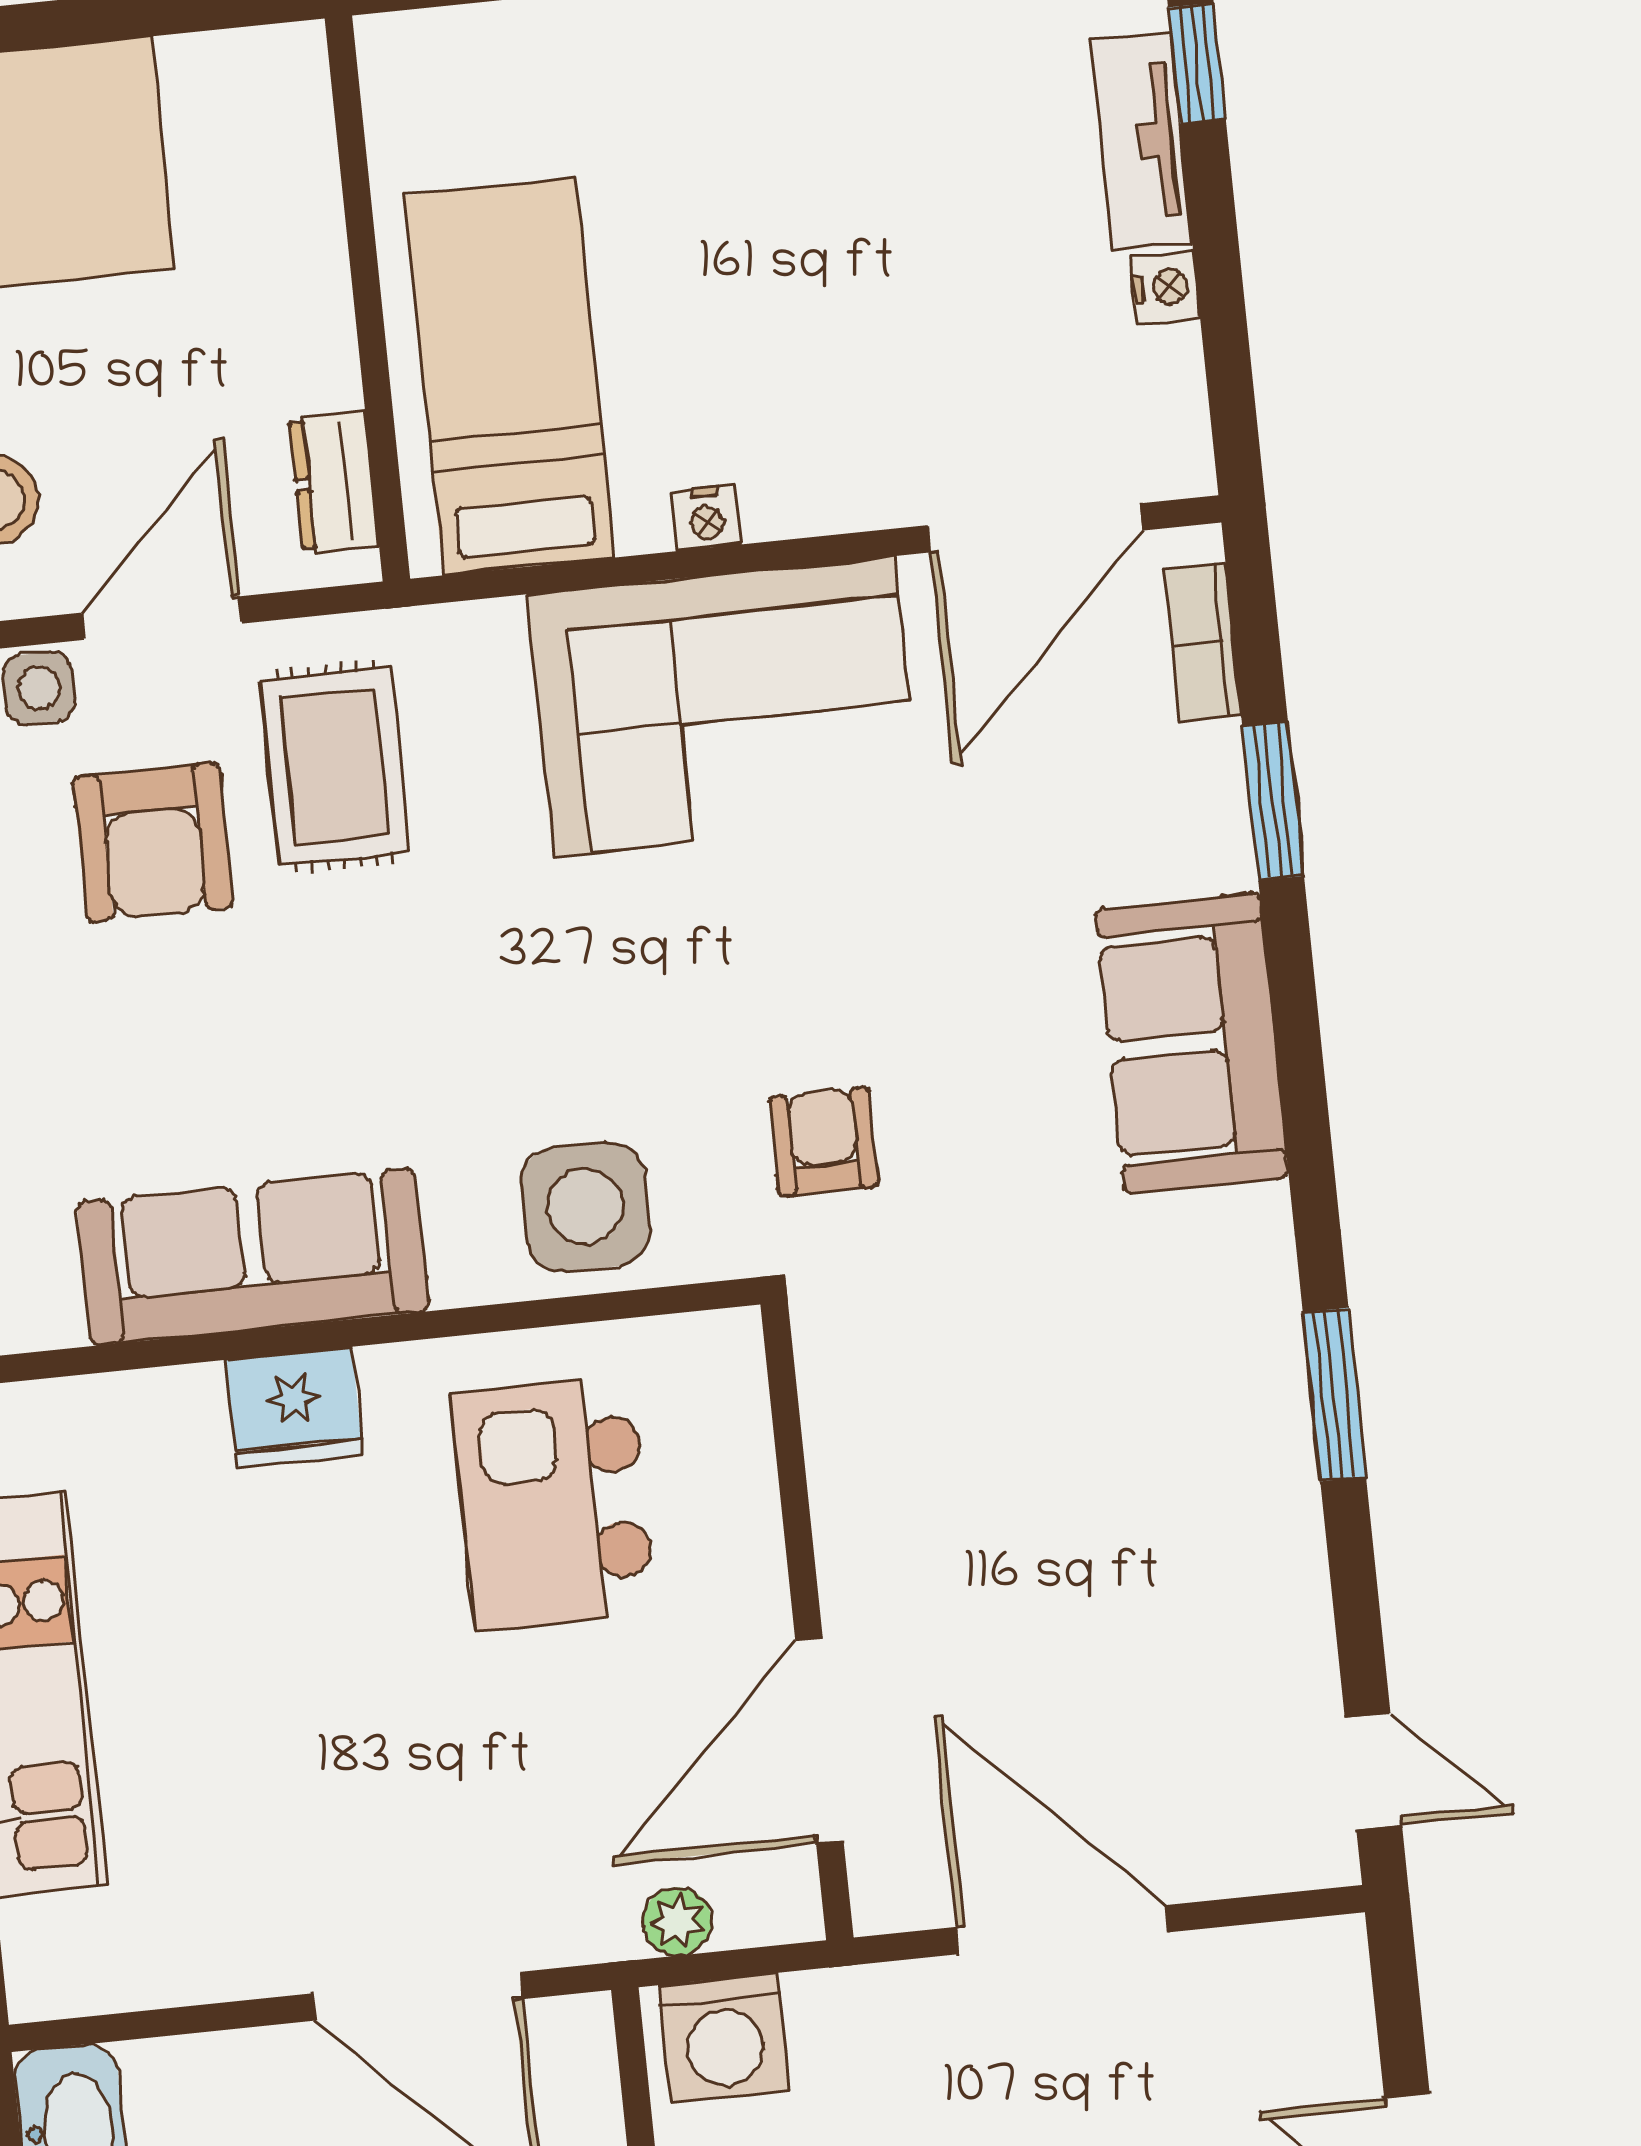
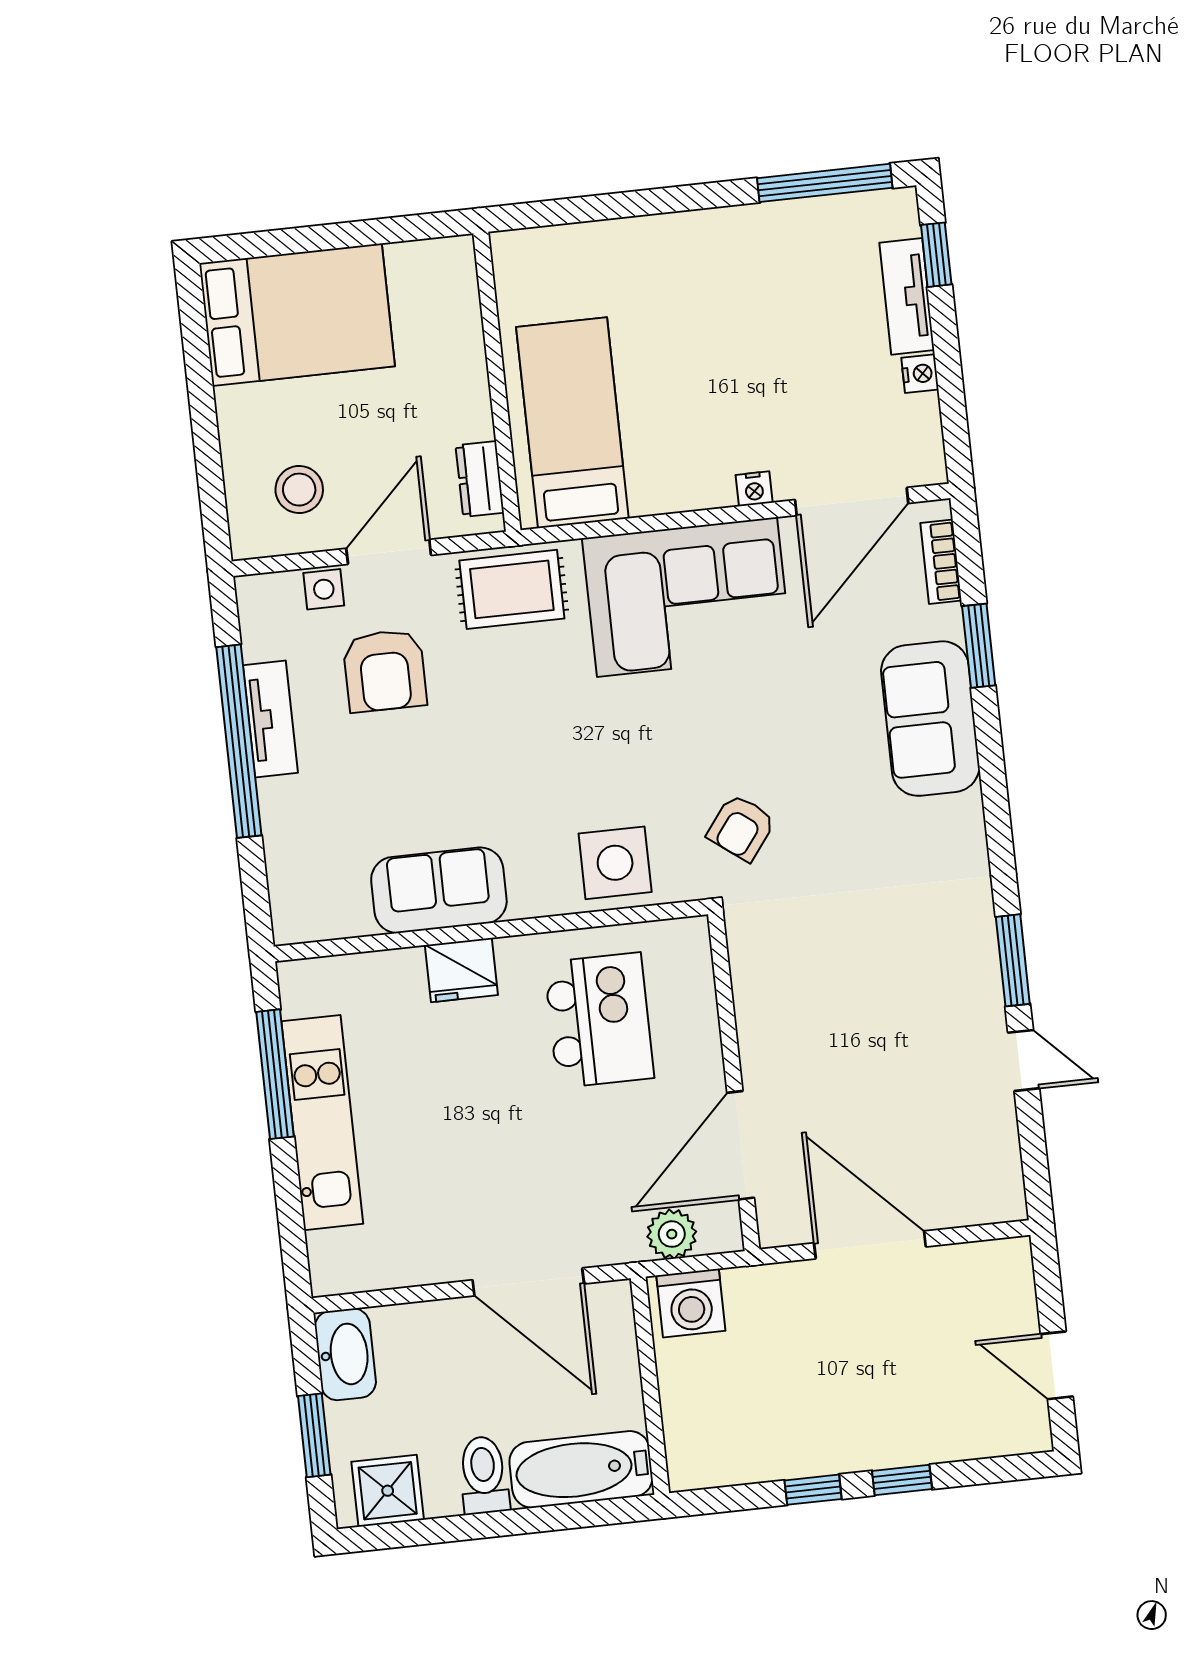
nightstand: (707, 518) -> (754, 489), moved
rug: (335, 766) -> (512, 589), moved, turned 90
sofa: (1192, 1043) -> (930, 719), moved
armchair: (824, 1142) -> (741, 828), turned -143
sofa: (253, 1257) -> (439, 890), width x0.73
kitchen island: (554, 1503) -> (599, 1020), turned 180
door: (1373, 1771) -> (1024, 1060), moved
plant: (677, 1921) -> (672, 1234), width x1.38, depth x1.38

